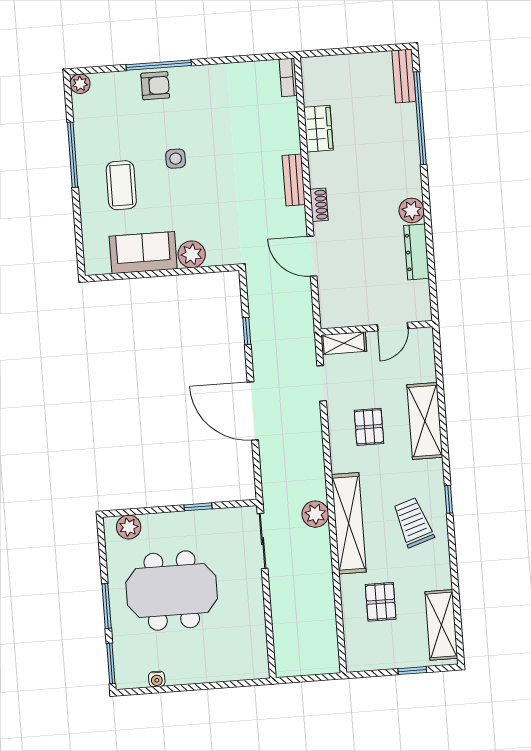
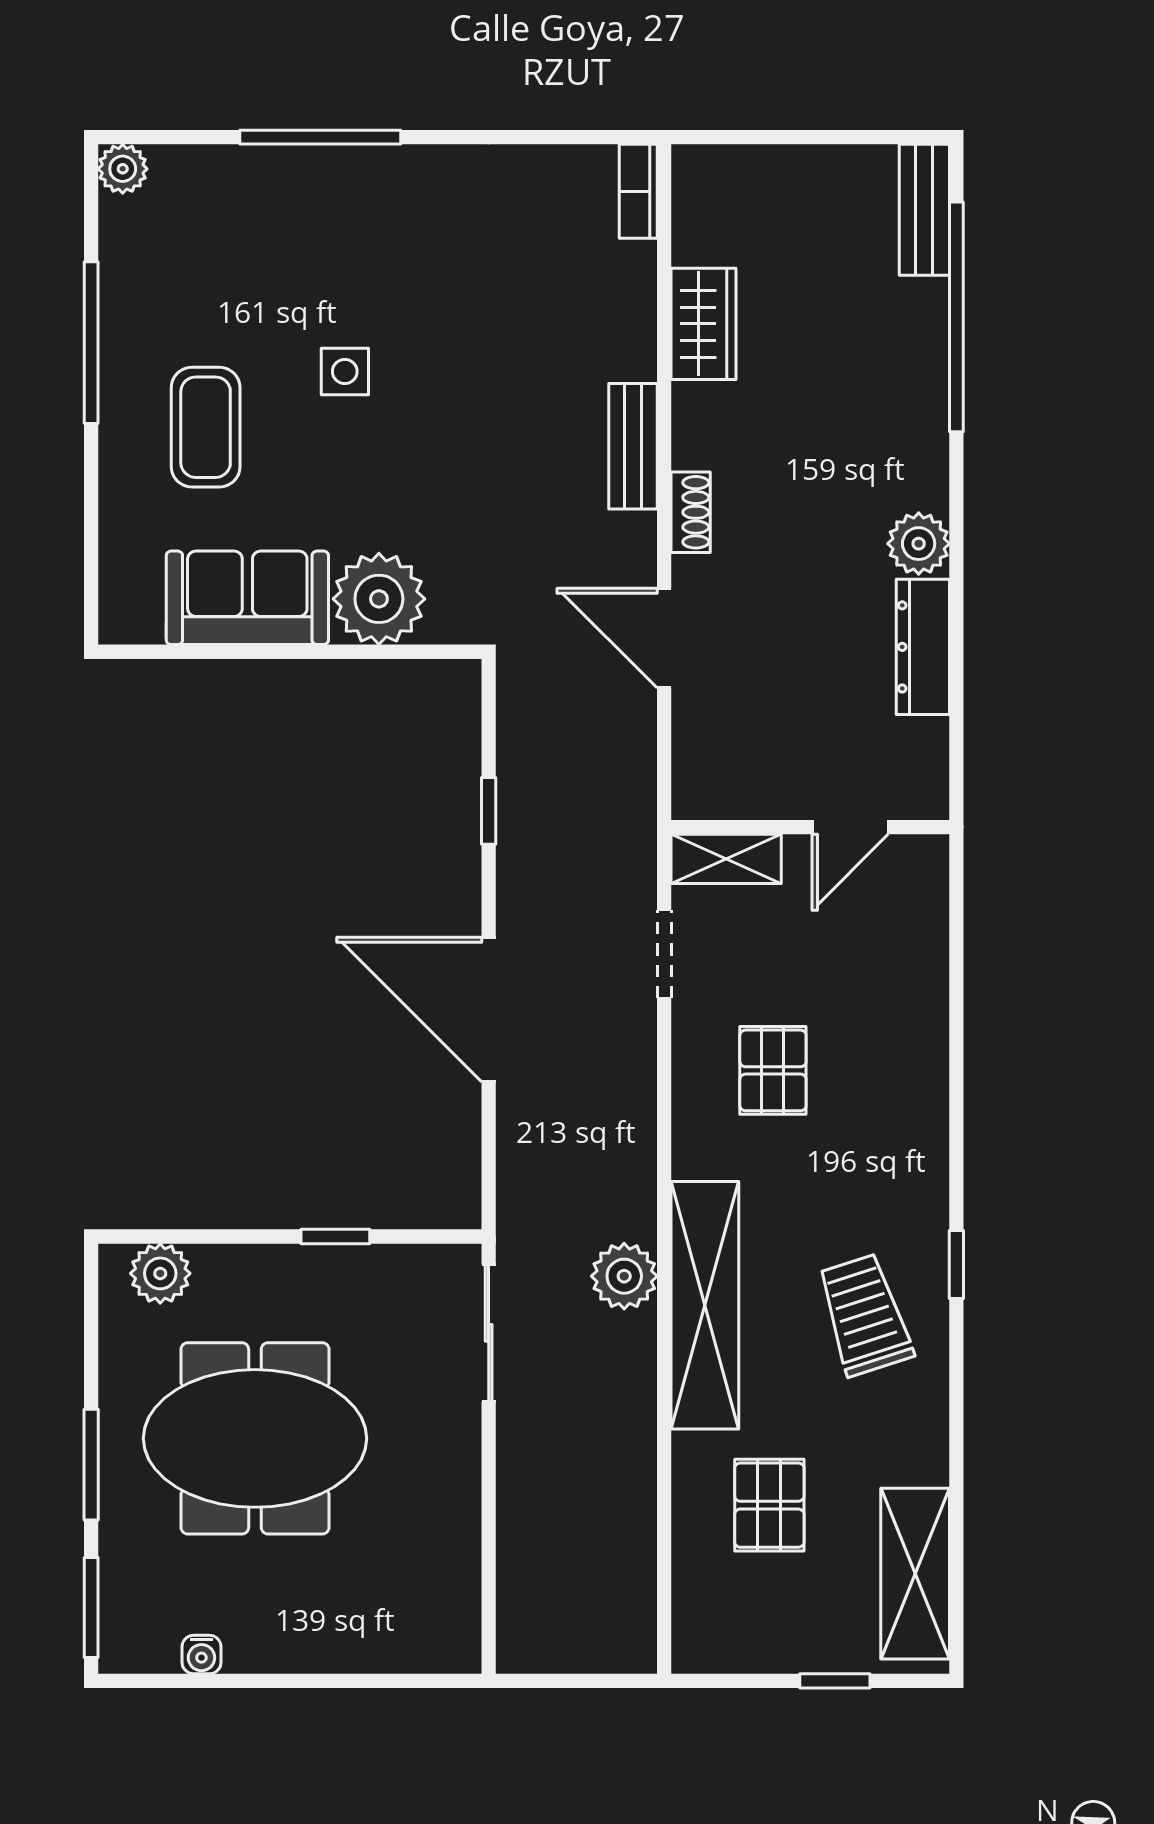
armchair: (155, 86) -> (308, 187), removed
plant: (192, 254) -> (379, 599), width x1.36, depth x1.36
shelving: (425, 421) -> (912, 1066), removed

